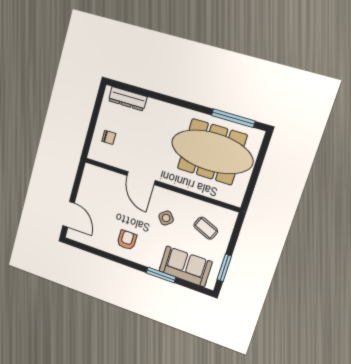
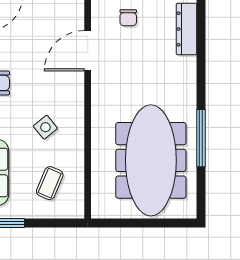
window: (233, 118) -> (201, 138), moved
door: (141, 178) -> (88, 51), moved

